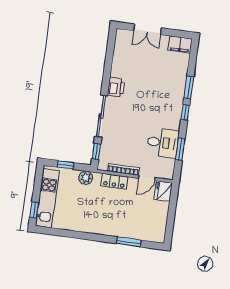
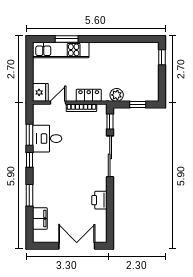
double door: (148, 29) -> (77, 246), width x1.37
filing cabinet: (180, 45) -> (40, 218), moved, turned 90
printer: (116, 87) -> (99, 200), moved
window: (185, 112) -> (29, 160), moved
kitchen unit: (47, 198) -> (61, 50), moved, turned -90

